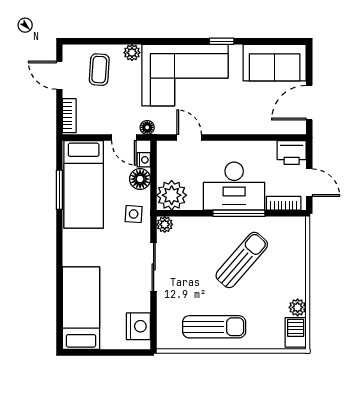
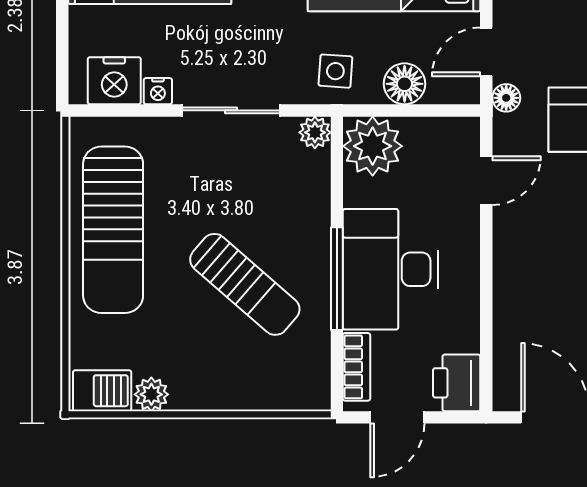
nightstand: (144, 160) -> (158, 91), moved
sun lounger: (214, 327) -> (113, 230), width x1.36, depth x1.34

